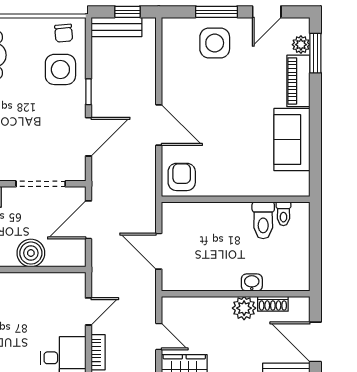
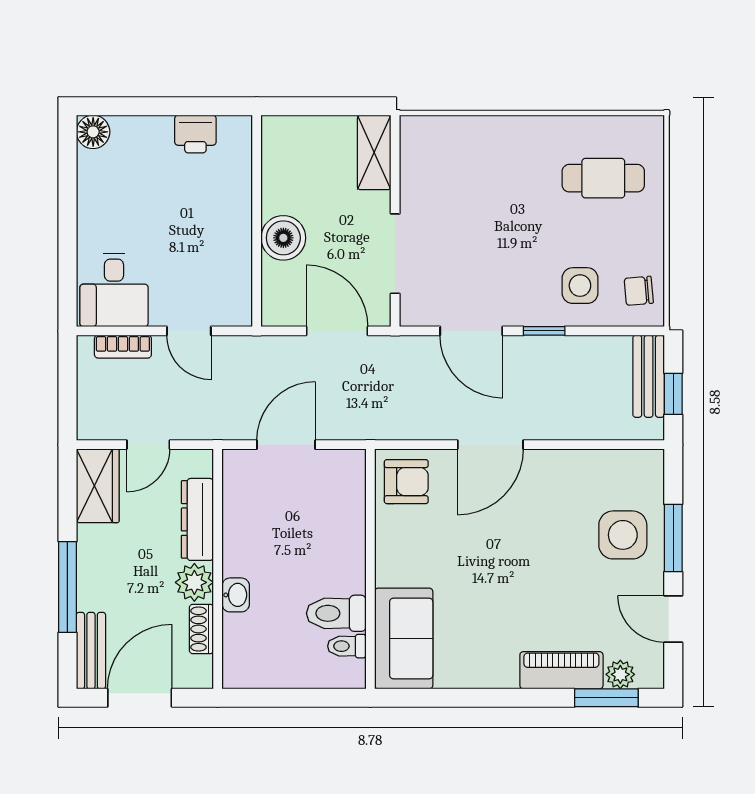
side table: (60, 69) -> (580, 286), width x0.73, depth x0.73
sofa: (292, 140) -> (404, 639), moved, turned 90
dresser: (205, 306) -> (197, 519), added

